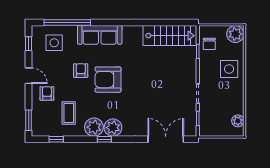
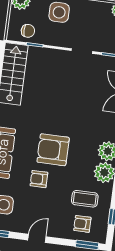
armchair: (108, 80) -> (53, 150), turned 90
armchair: (47, 93) -> (82, 224), moved

